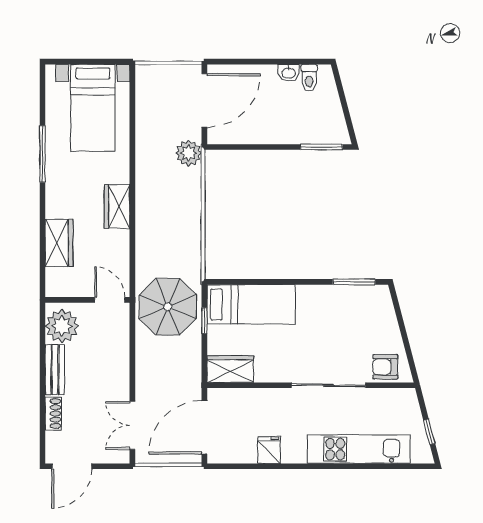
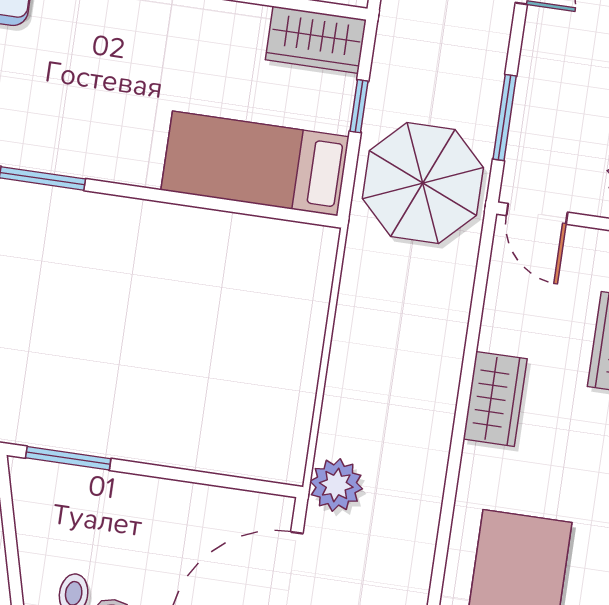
window: (204, 321) -> (359, 106), moved
window: (132, 345) -> (505, 117), added

